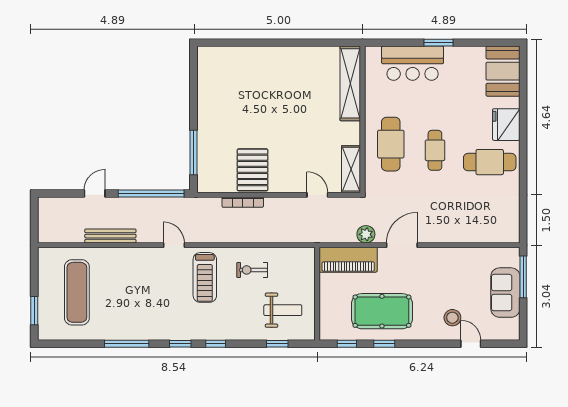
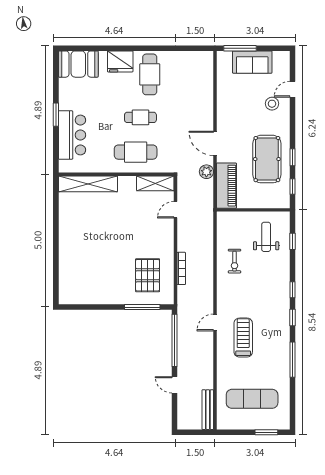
pallet: (253, 170) -> (148, 275), moved, turned 90
bench: (110, 236) -> (208, 410), moved
treadmill: (205, 277) -> (243, 338), moved, turned -90

